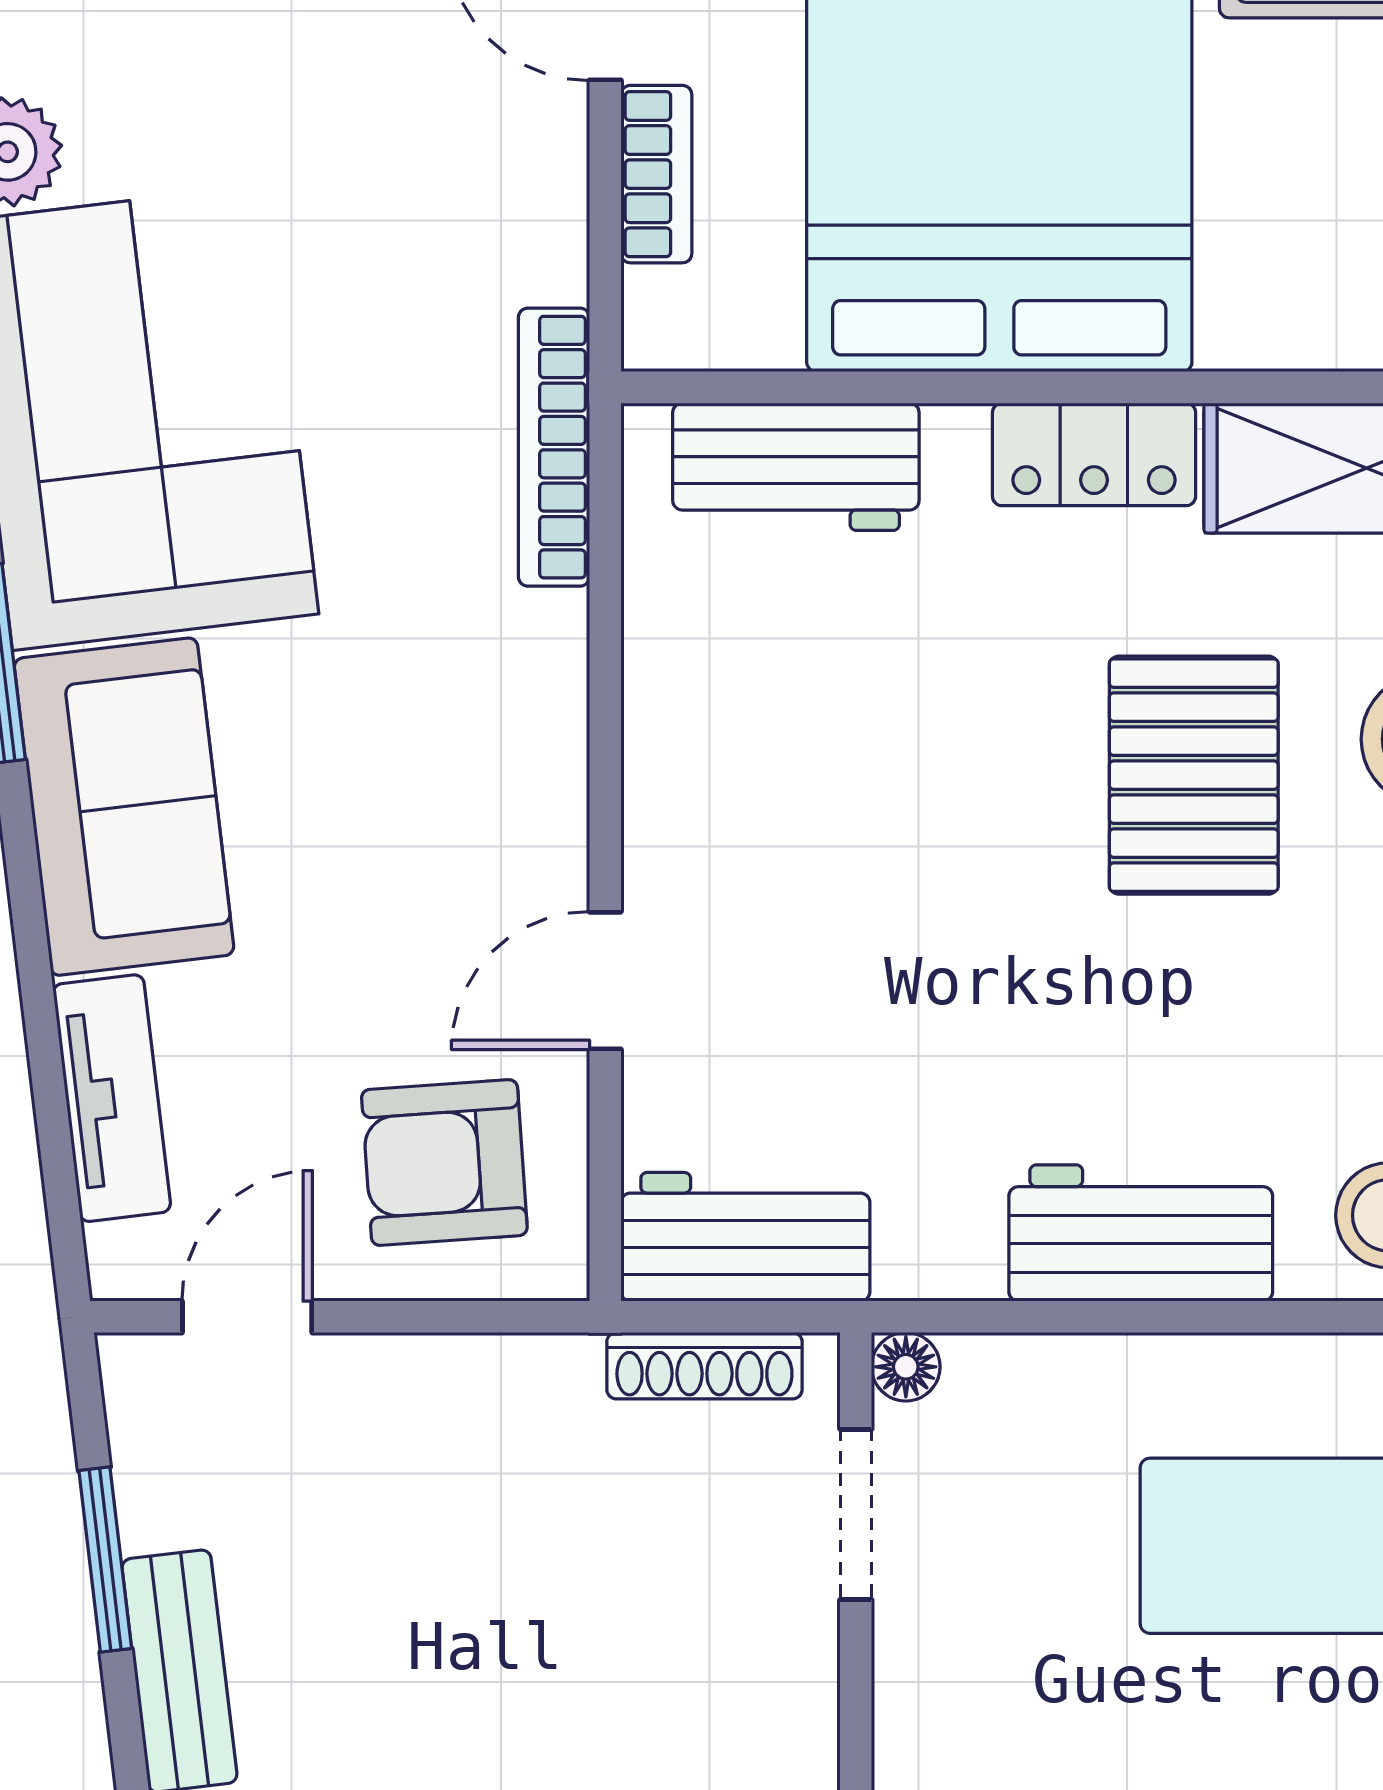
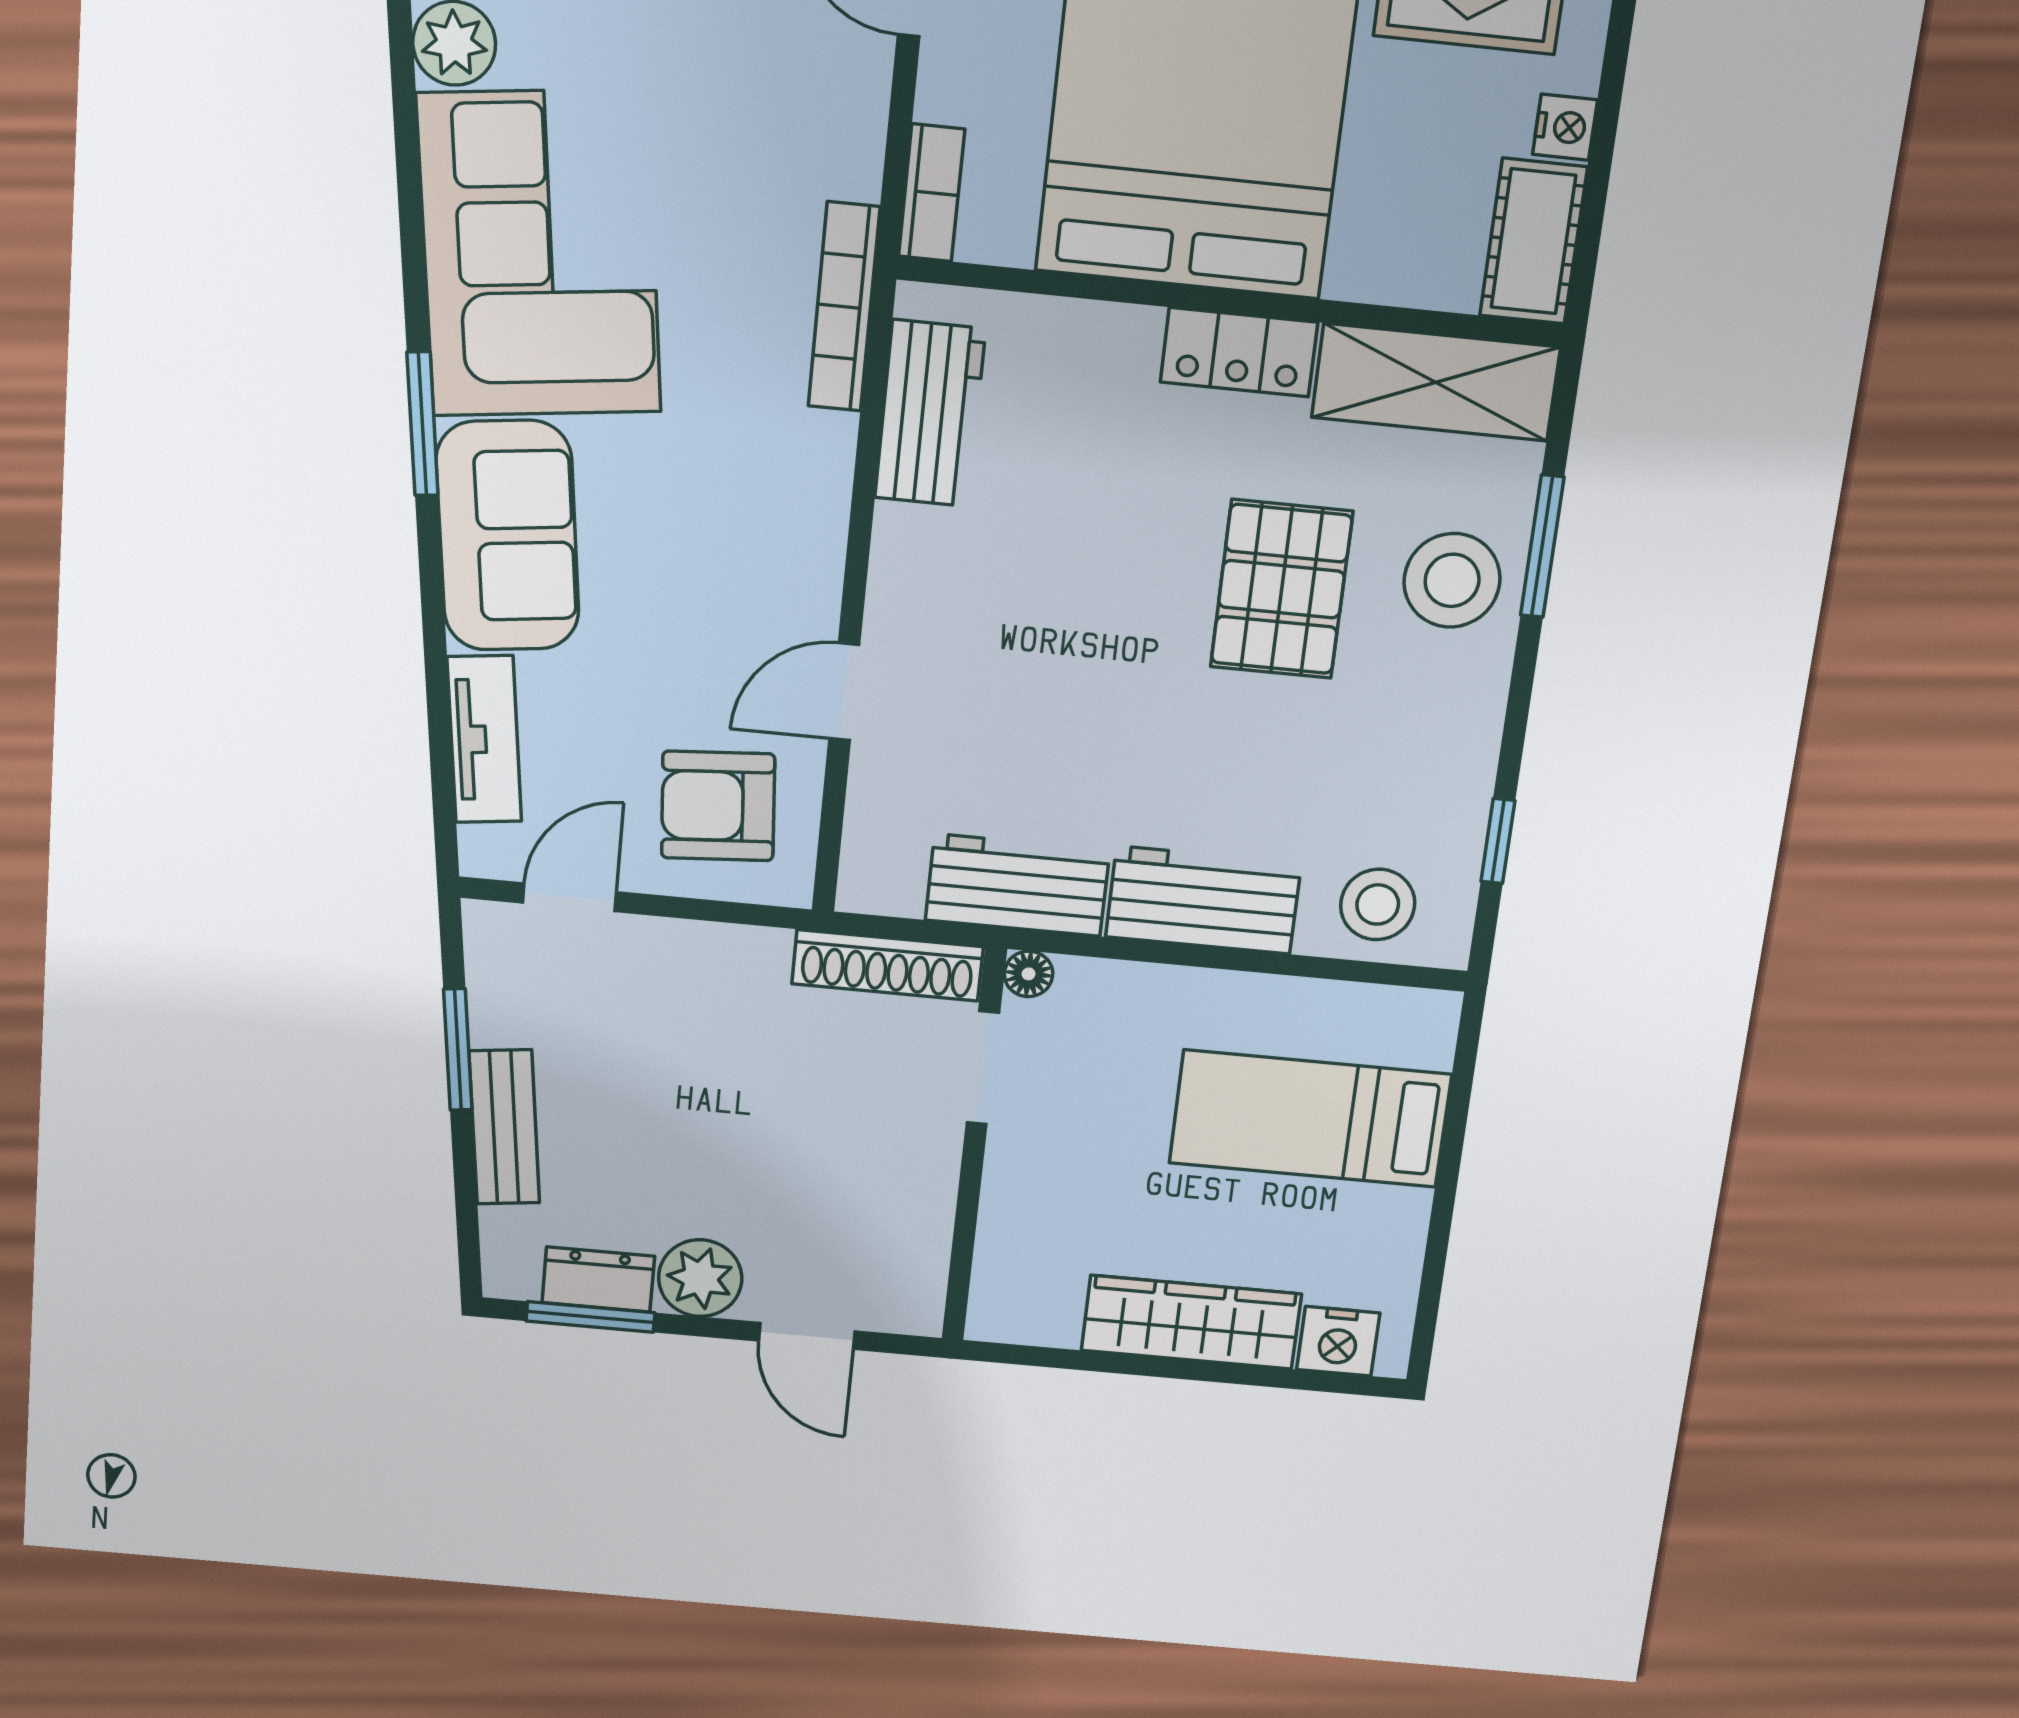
bookcase: (656, 174) -> (932, 193), moved
workbench: (796, 467) -> (930, 413), moved, turned -90
workbench: (745, 1237) -> (1018, 885), moved
shoe rack: (704, 1366) -> (888, 965), width x1.36, depth x1.24

